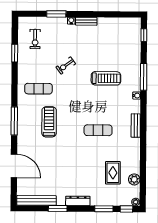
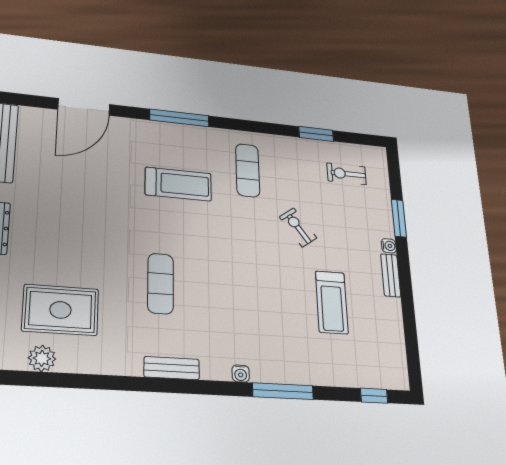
treadmill: (106, 78) -> (332, 302), moved
rug: (113, 173) -> (60, 310), width x1.36, depth x1.43

